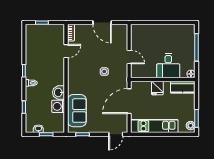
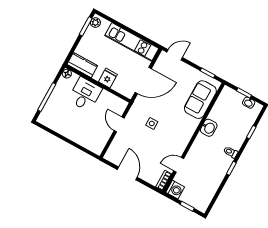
washing machine: (58, 106) -> (175, 190), moved

